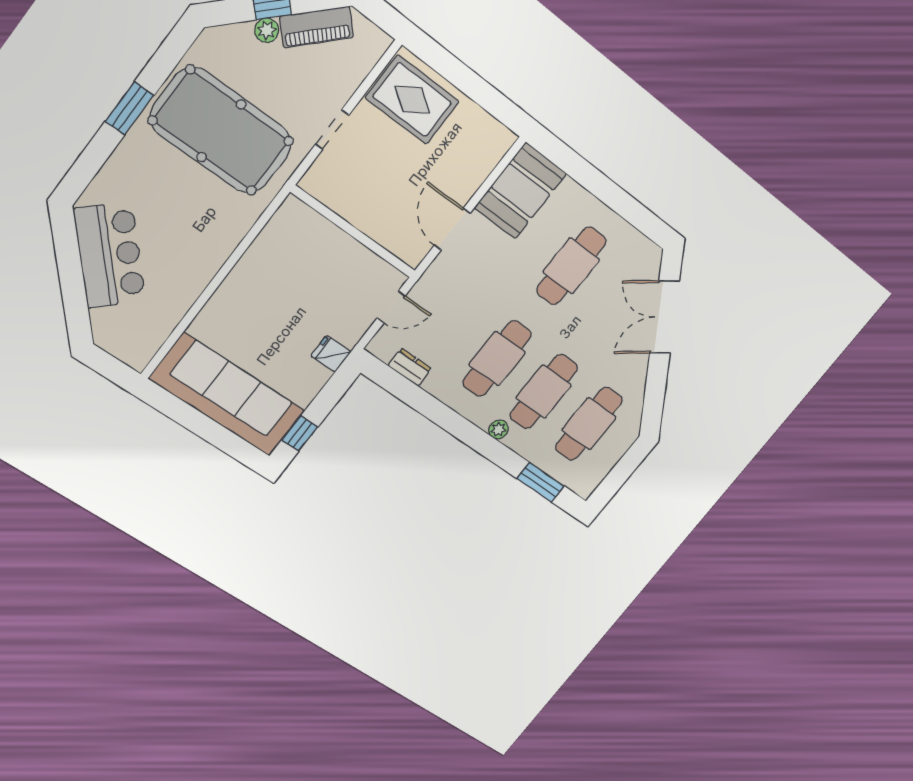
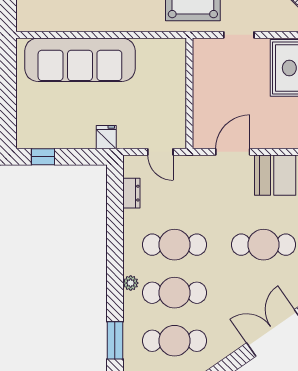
sofa: (227, 395) -> (80, 60), moved, turned 90

